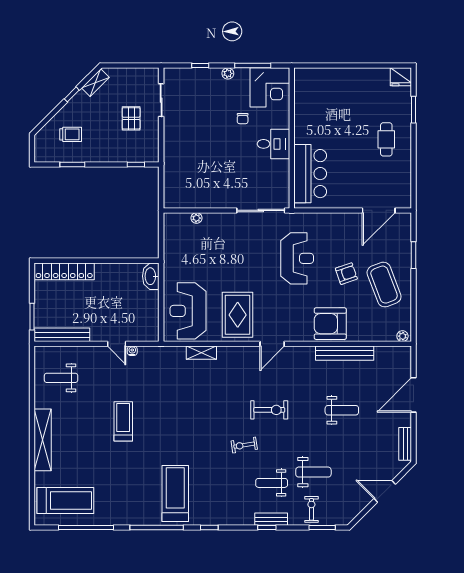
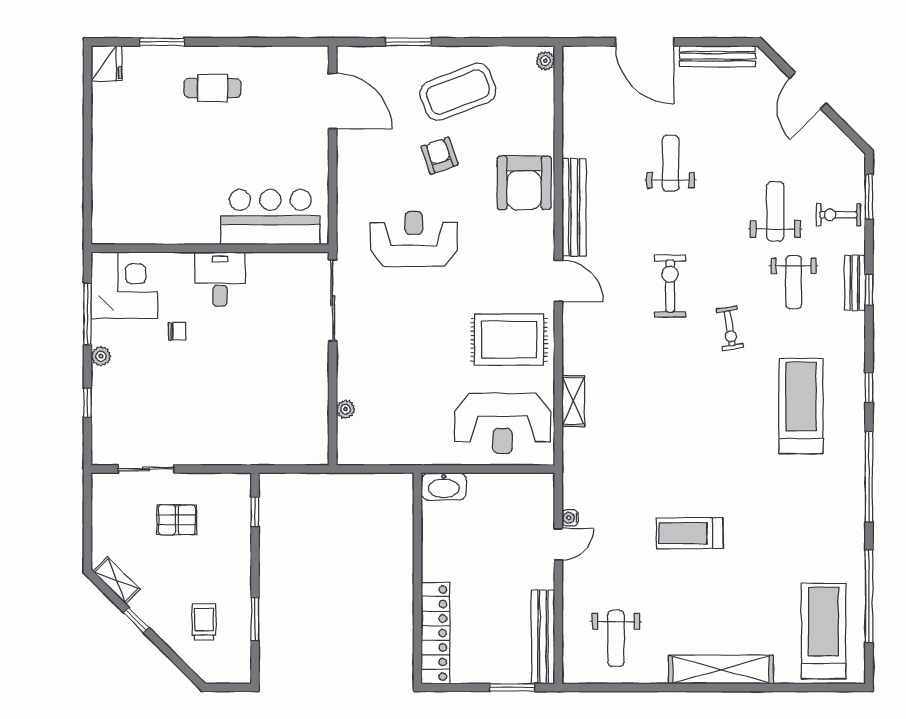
bench: (345, 353) -> (574, 207), moved
bench: (405, 444) -> (717, 56), width x1.36
treadmill: (175, 494) -> (801, 406), moved, turned 90

